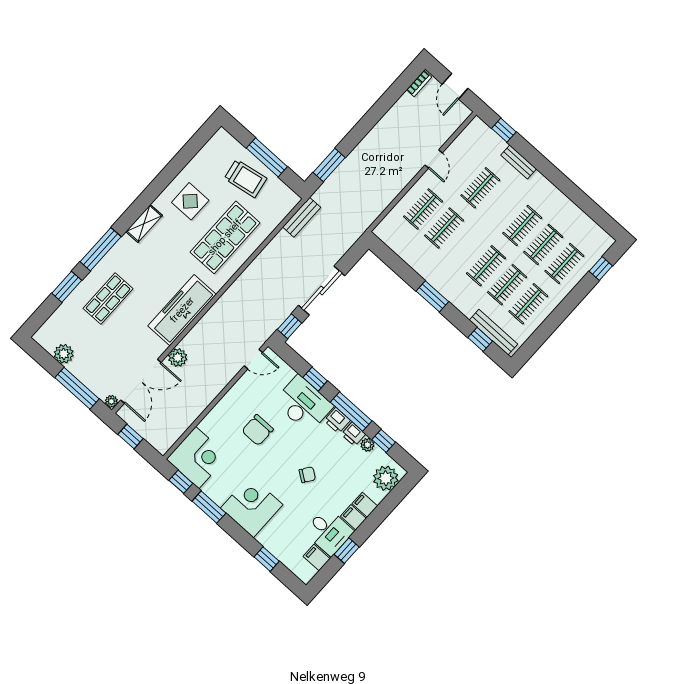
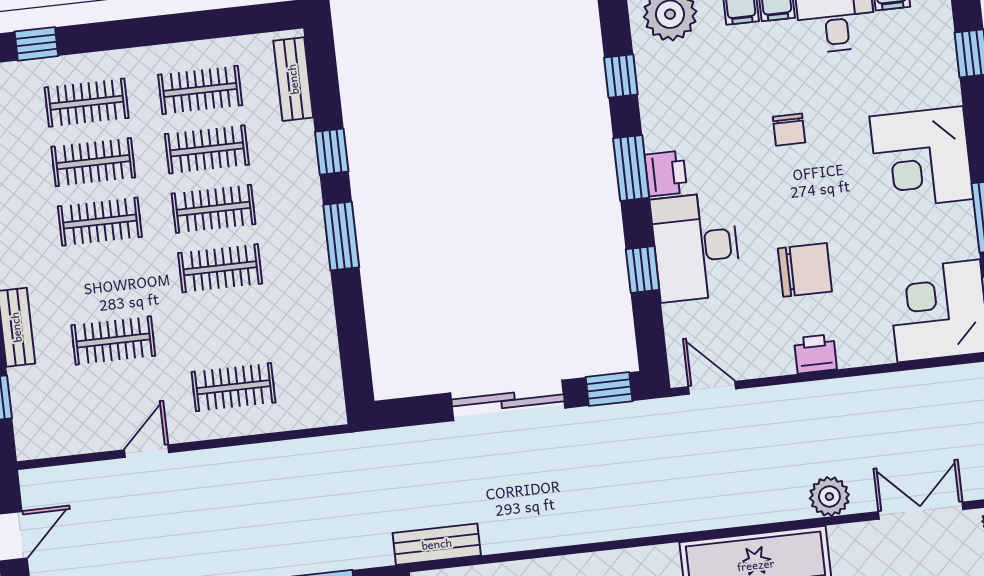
clothes rail: (444, 228) -> (220, 268), moved
bench: (493, 332) -> (293, 79), width x0.73
window: (480, 339) -> (332, 152), moved
double door: (141, 381) -> (921, 511), width x0.73
window: (351, 412) -> (631, 168), width x0.69
printer: (353, 434) -> (815, 354), moved, turned -90
plant: (367, 445) -> (652, 92), removed
chair: (307, 475) -> (789, 130), turned -125

